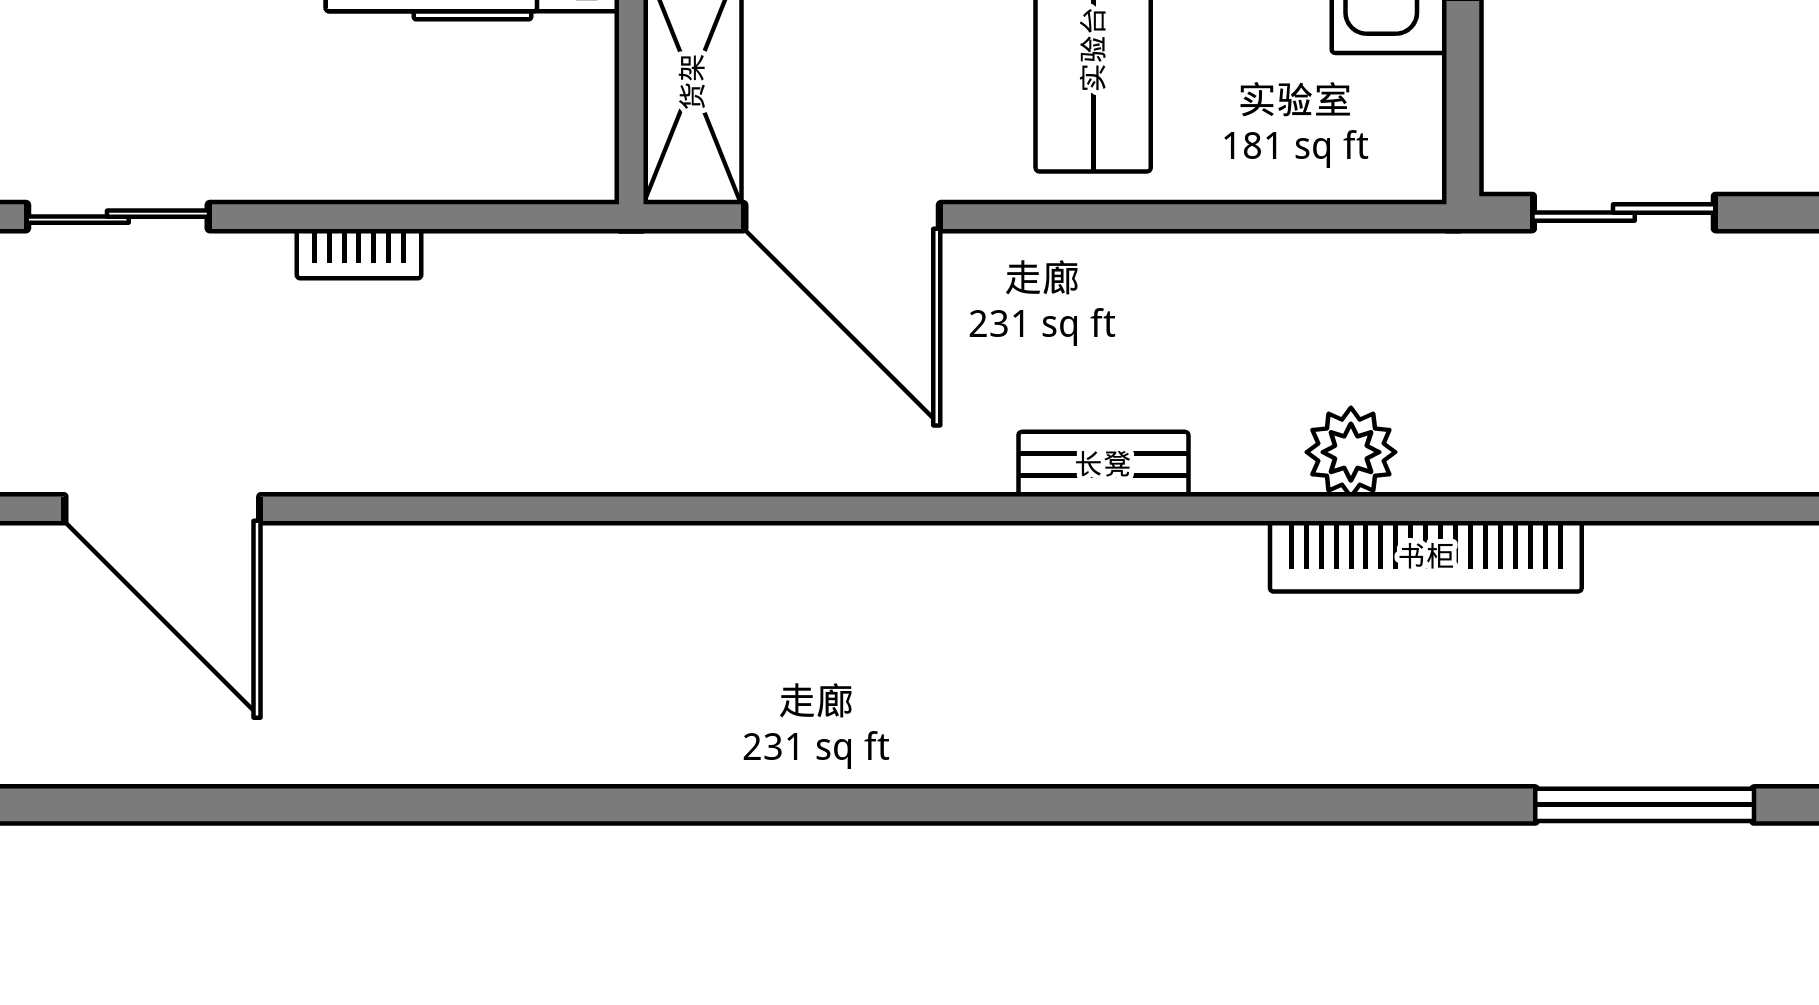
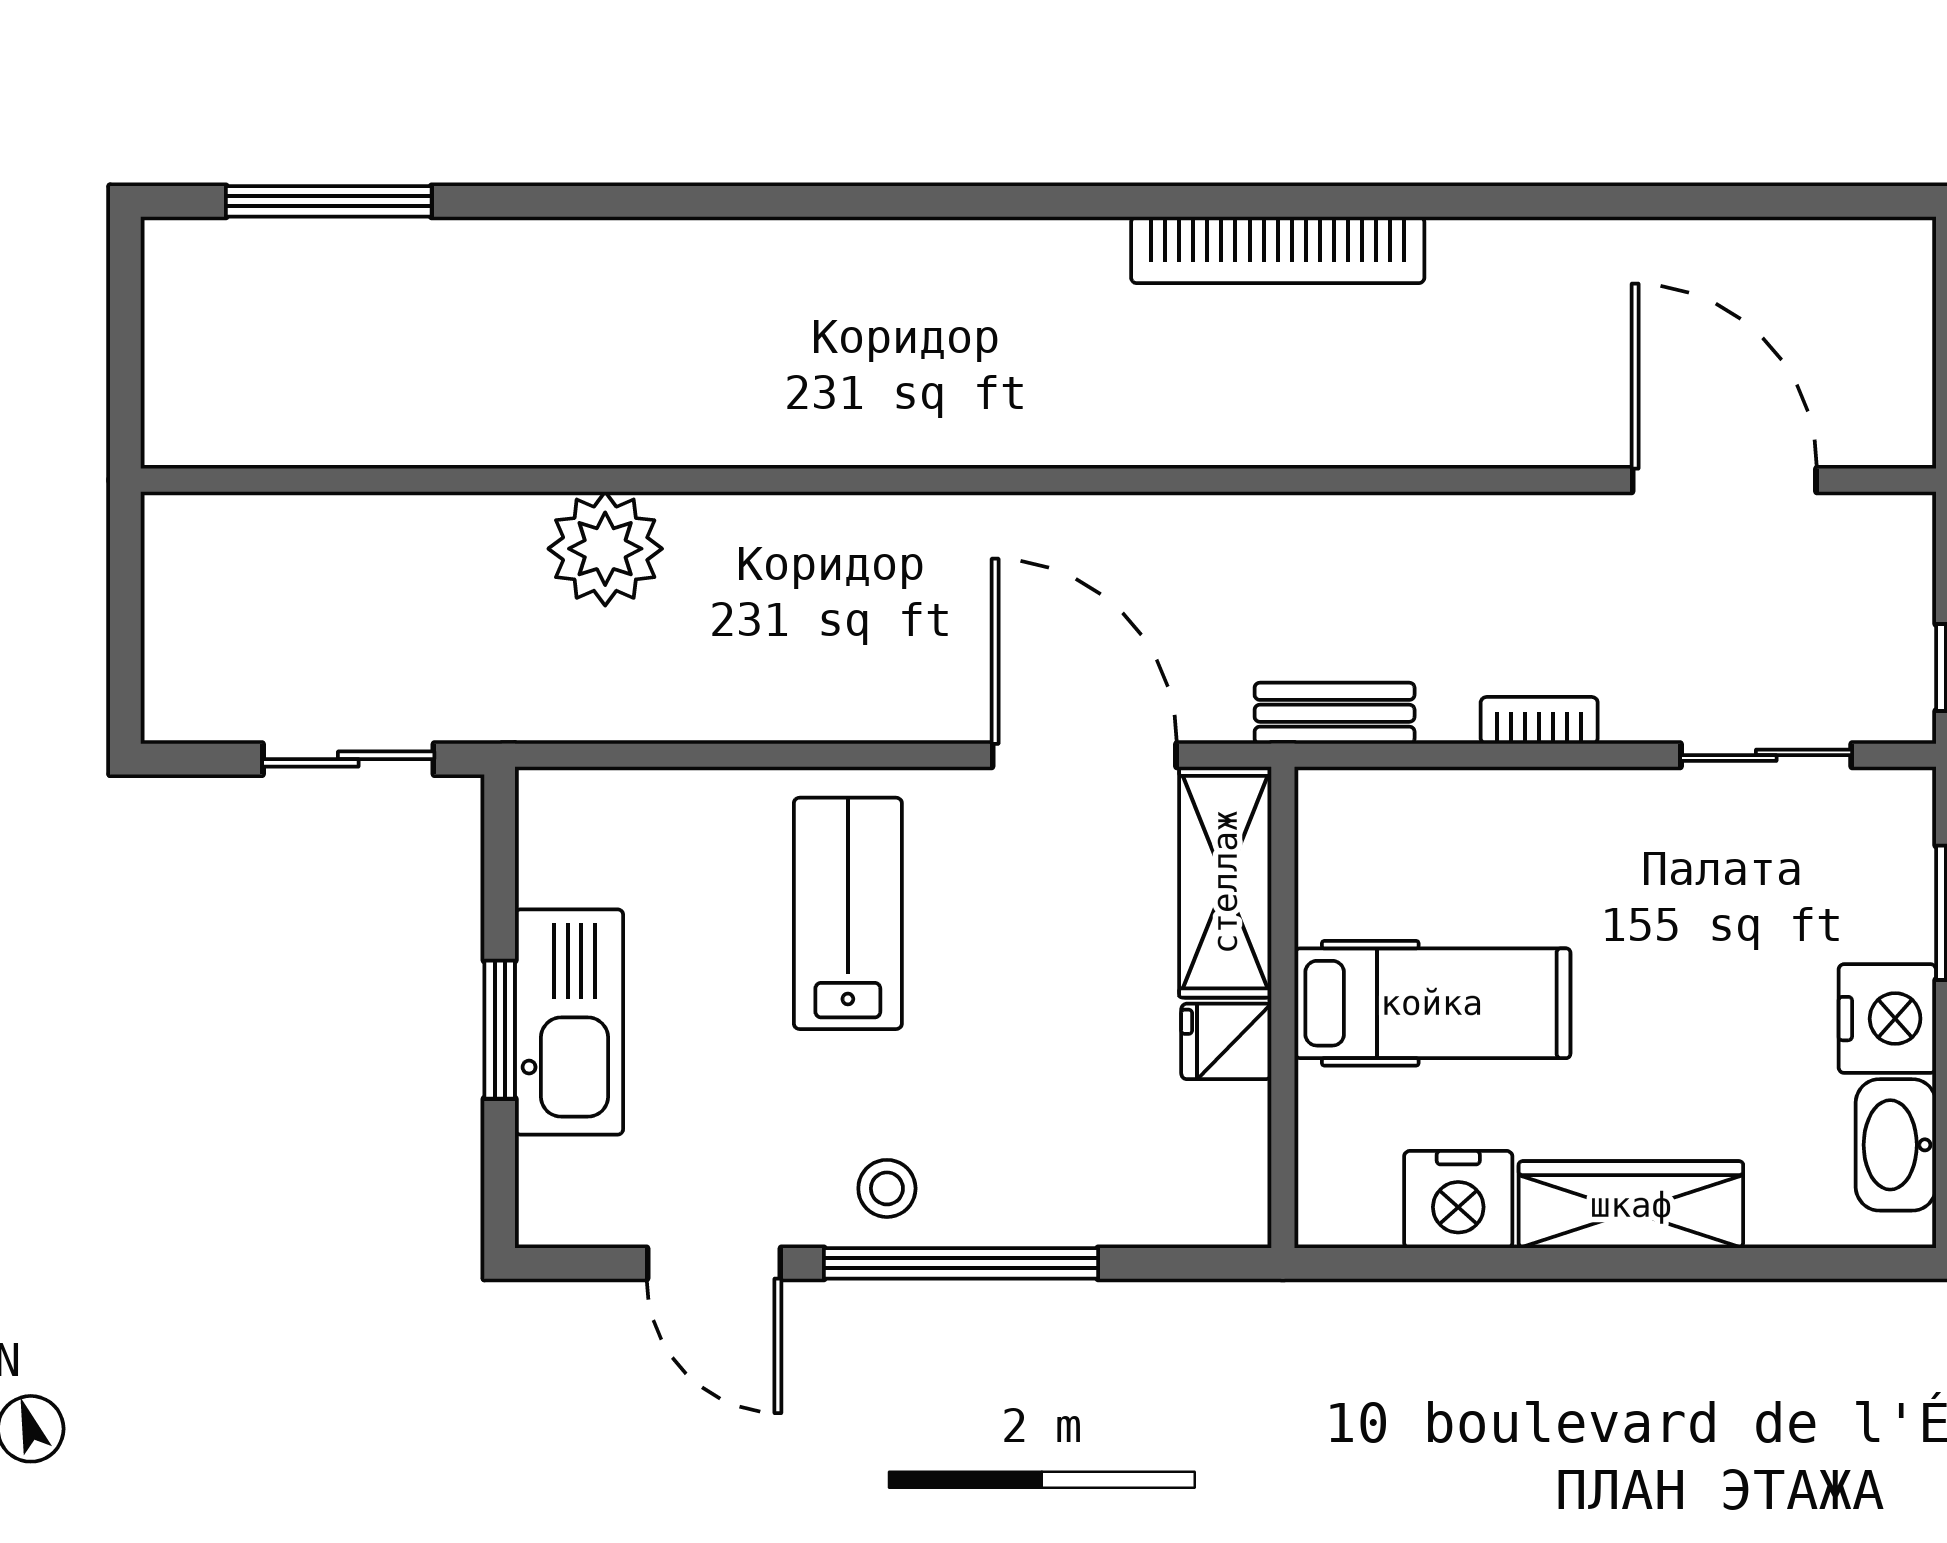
plant: (1351, 452) -> (605, 549), width x1.36, depth x1.36
bench: (1103, 464) -> (1335, 713), moved
bookcase: (1426, 556) -> (1278, 250), moved, turned 180

